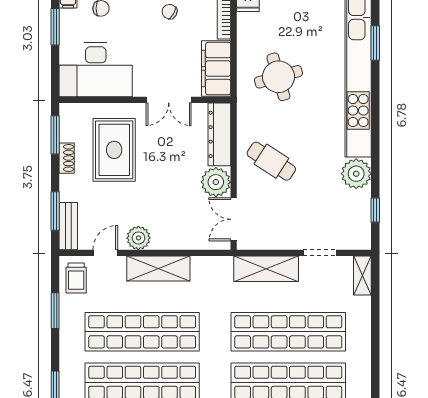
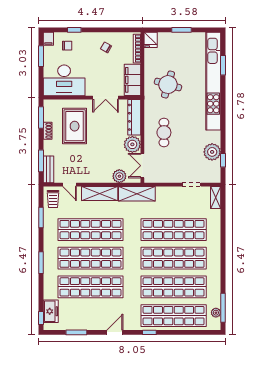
round table: (278, 77) -> (168, 85), turned 32
cafe table: (271, 161) -> (164, 133), turned 57
plant: (356, 174) -> (212, 152), moved
plant: (138, 238) -> (119, 176), moved
door: (105, 253) -> (70, 185), swing flipped
shelving: (266, 269) -> (137, 194), moved

